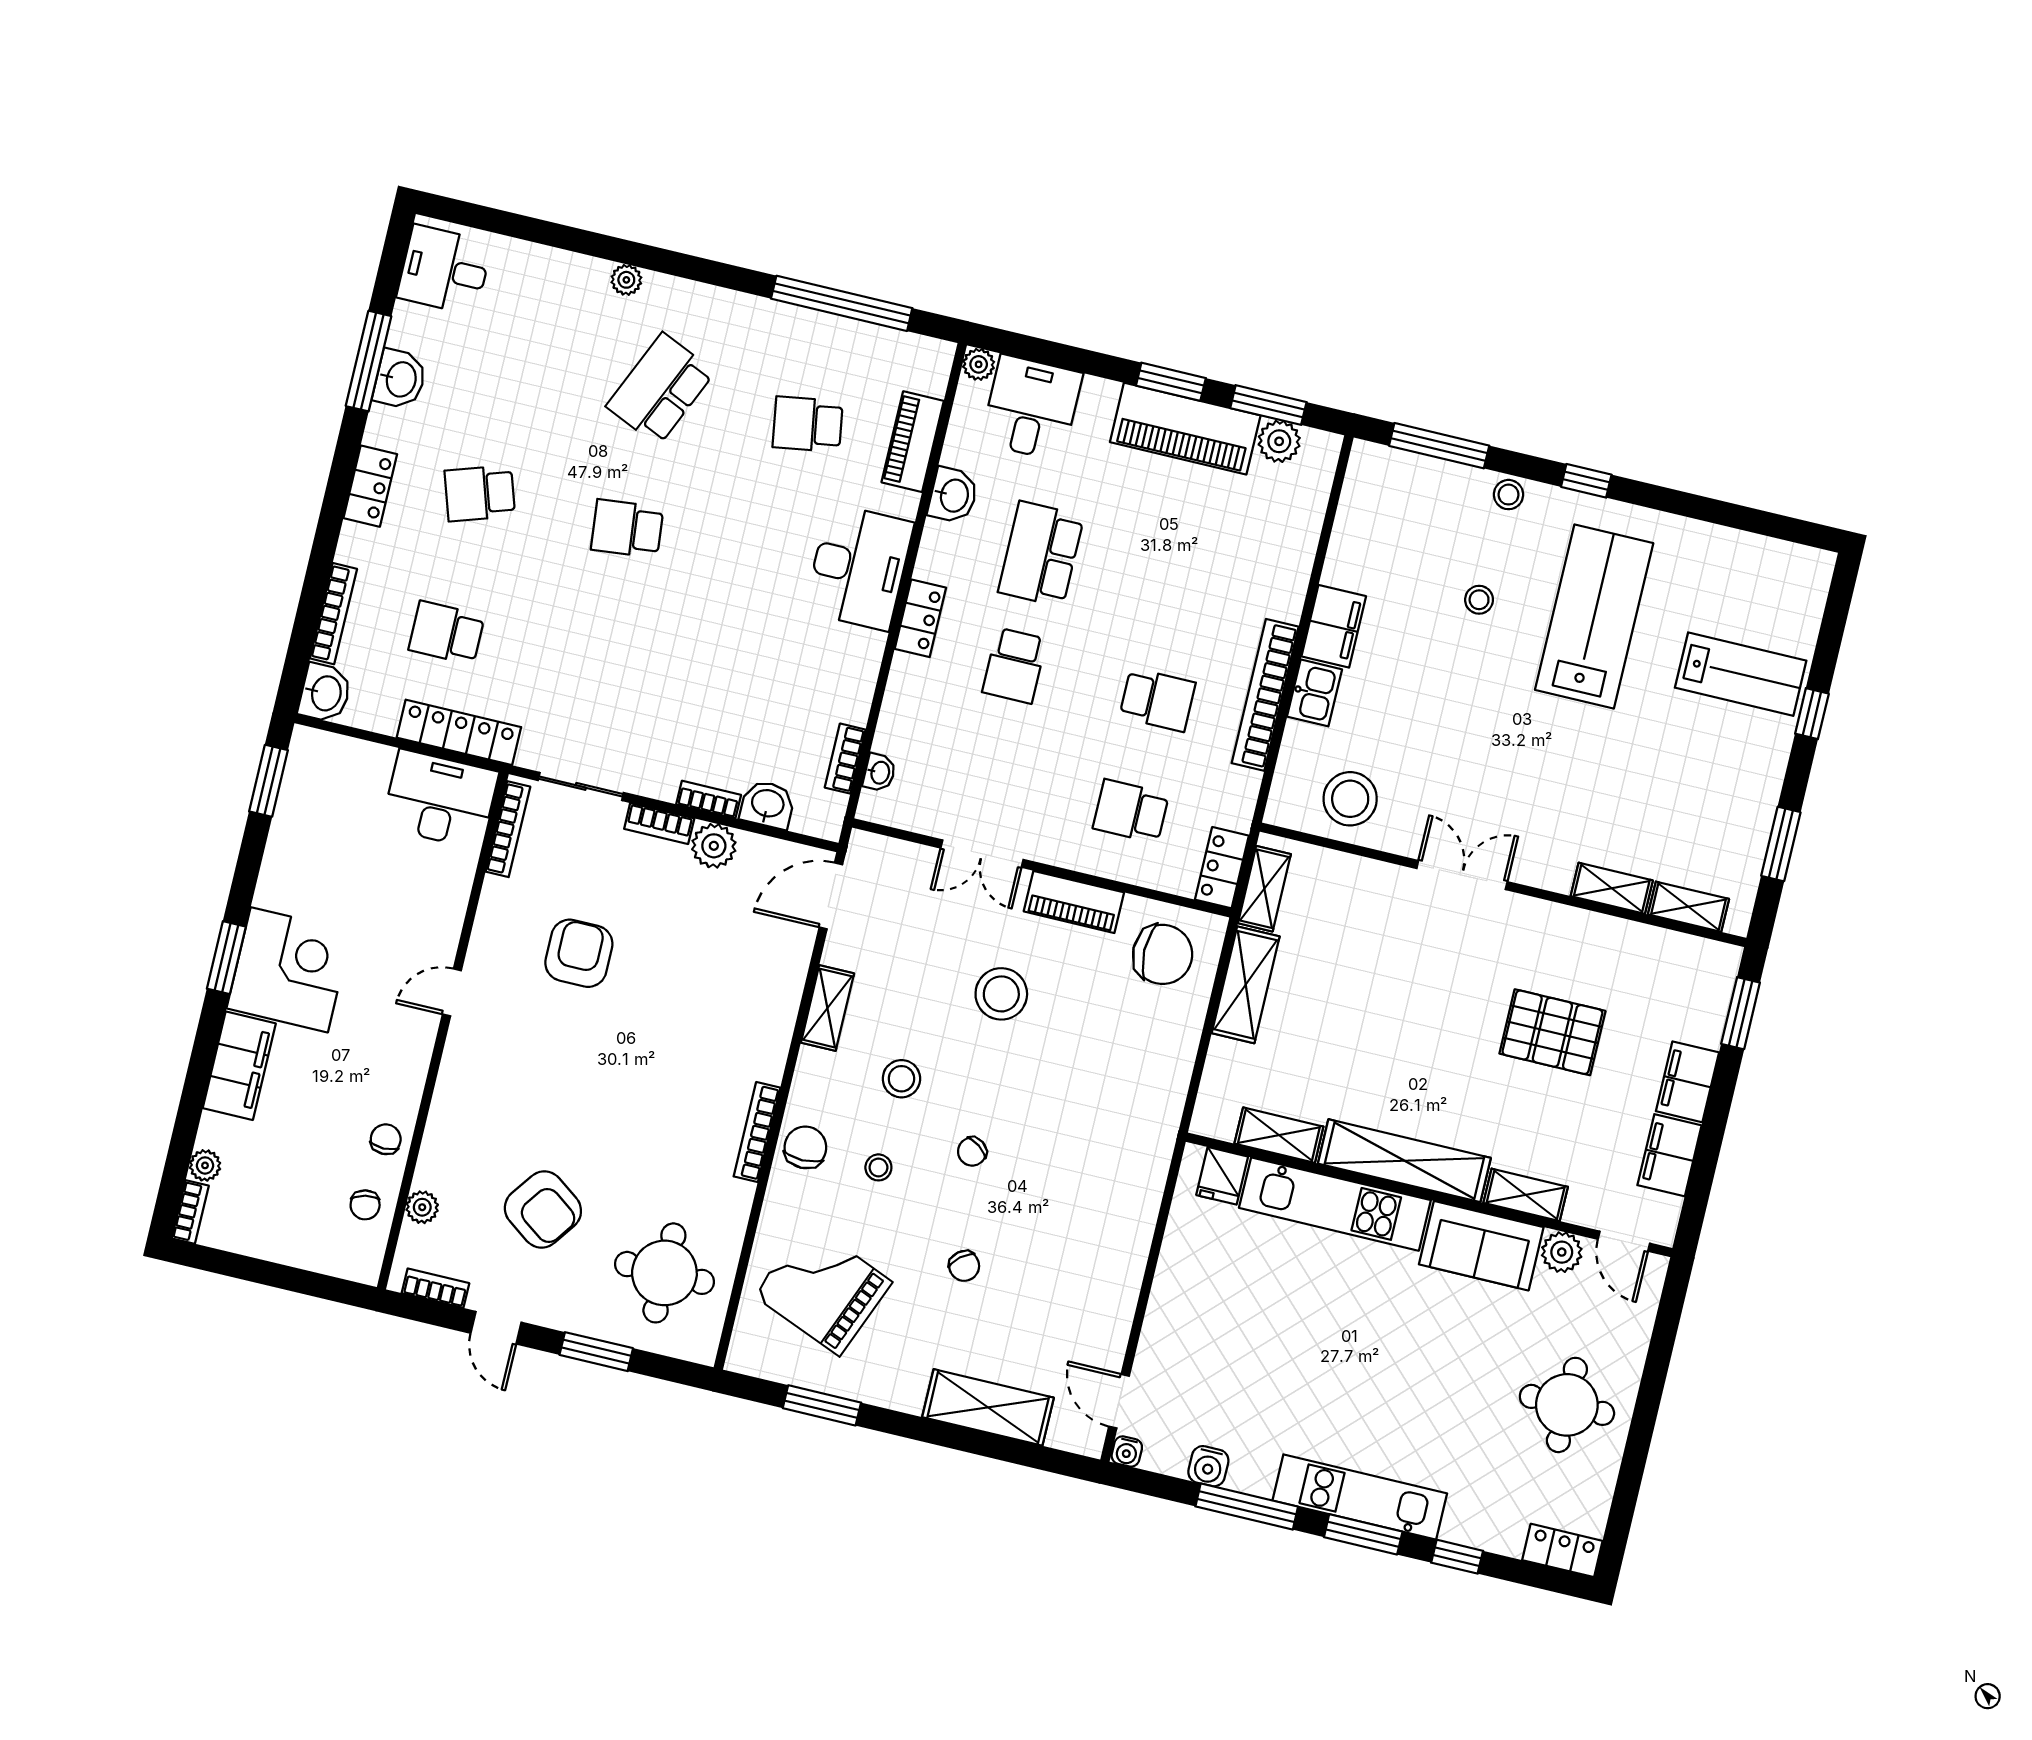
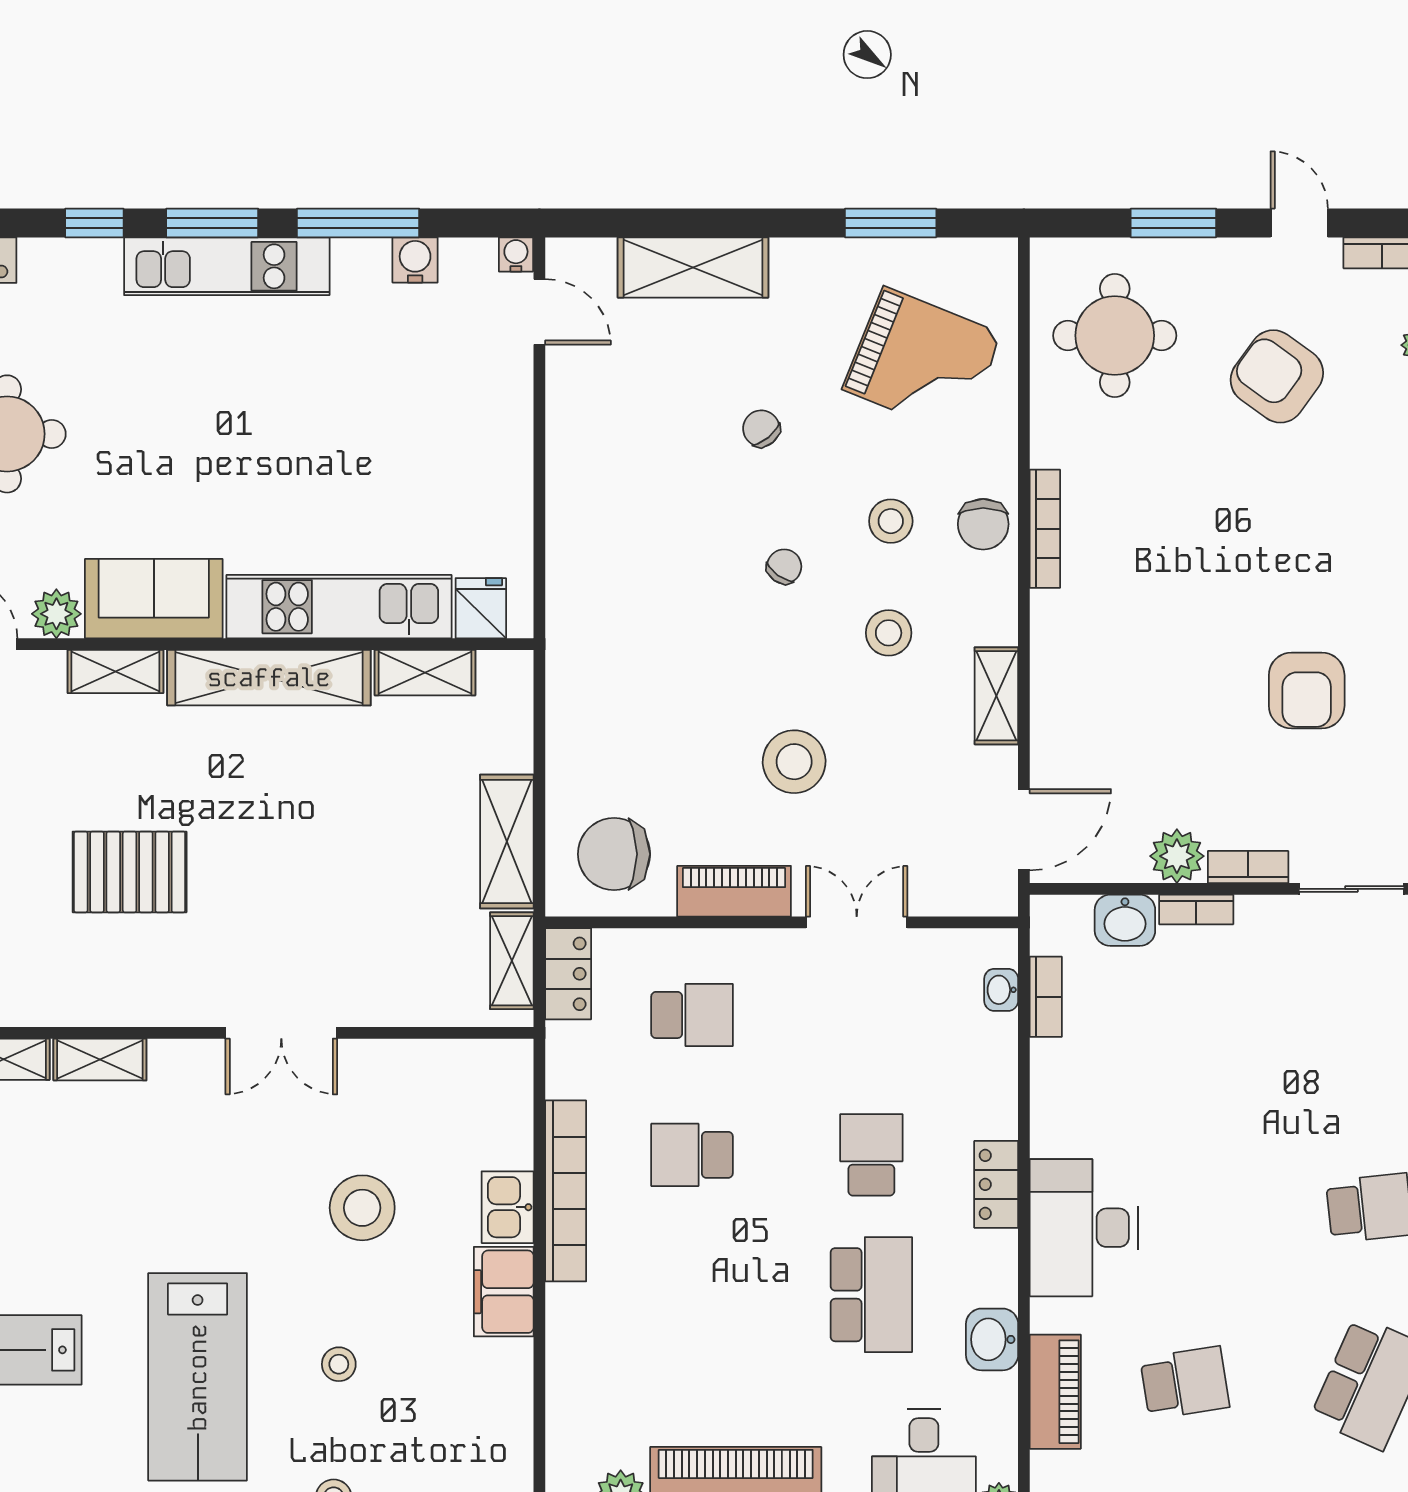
stool: (1350, 799) -> (362, 1208), moved
stool: (878, 1167) -> (891, 521), width x1.37, depth x1.37

